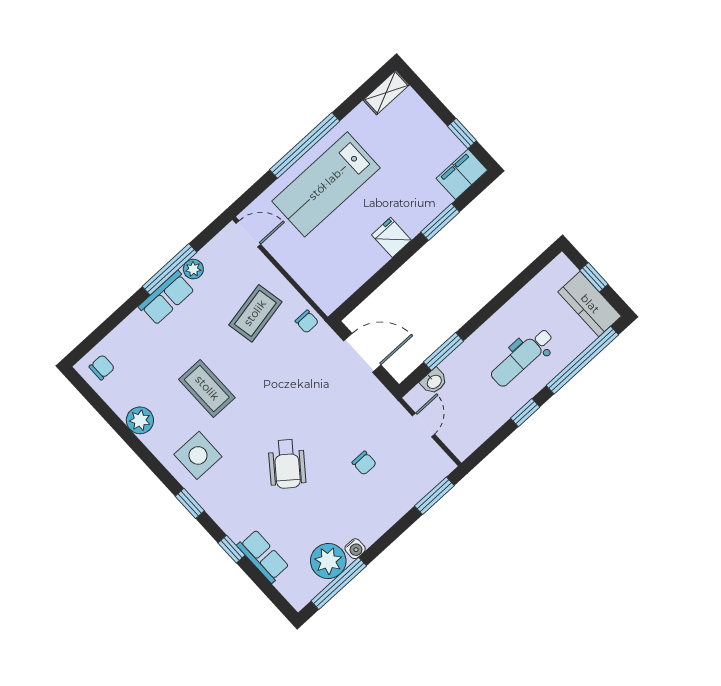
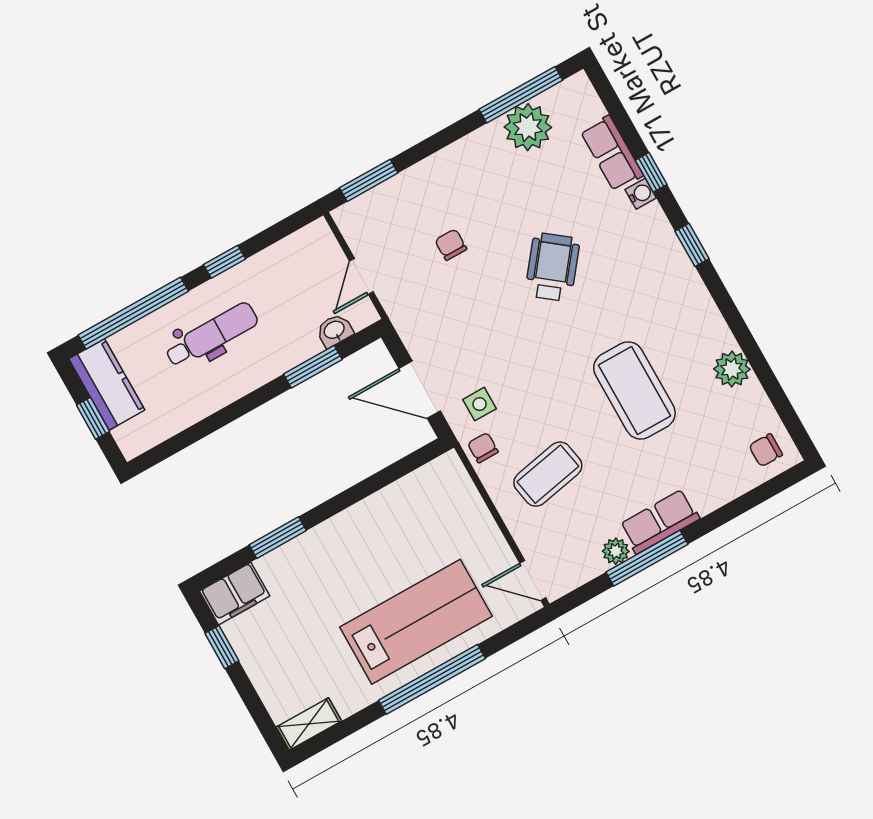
fridge: (391, 237) -> (346, 532), removed
coffee table: (207, 388) -> (634, 390), width x1.36, depth x1.32
side table: (198, 455) -> (480, 404), moved, width x0.54, depth x0.54
water cooler: (355, 549) -> (641, 194), moved, turned 90

